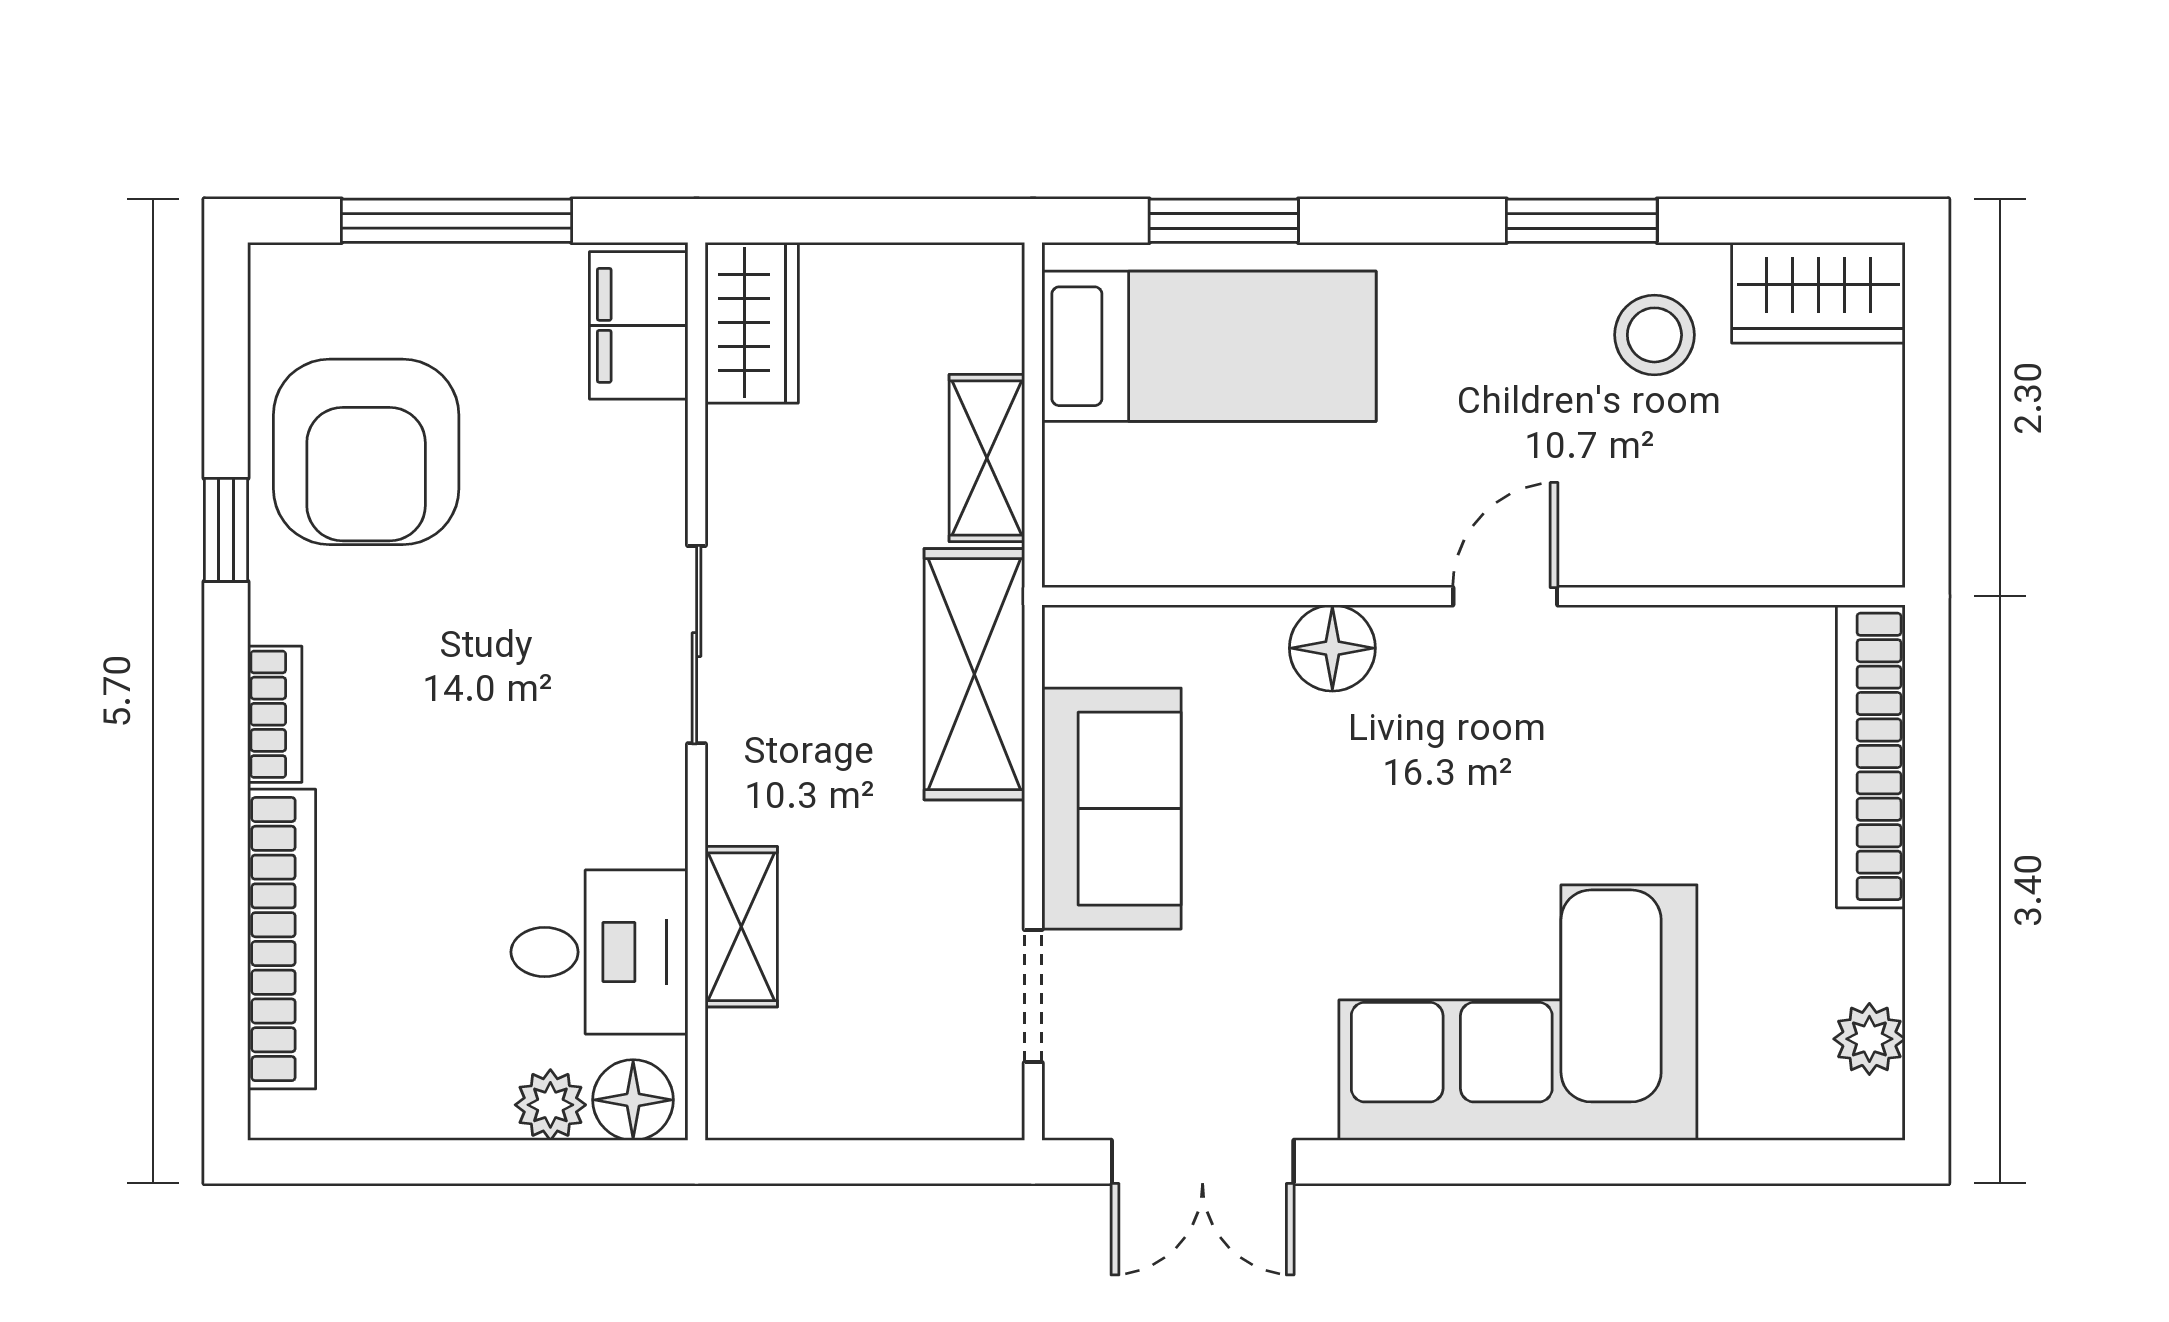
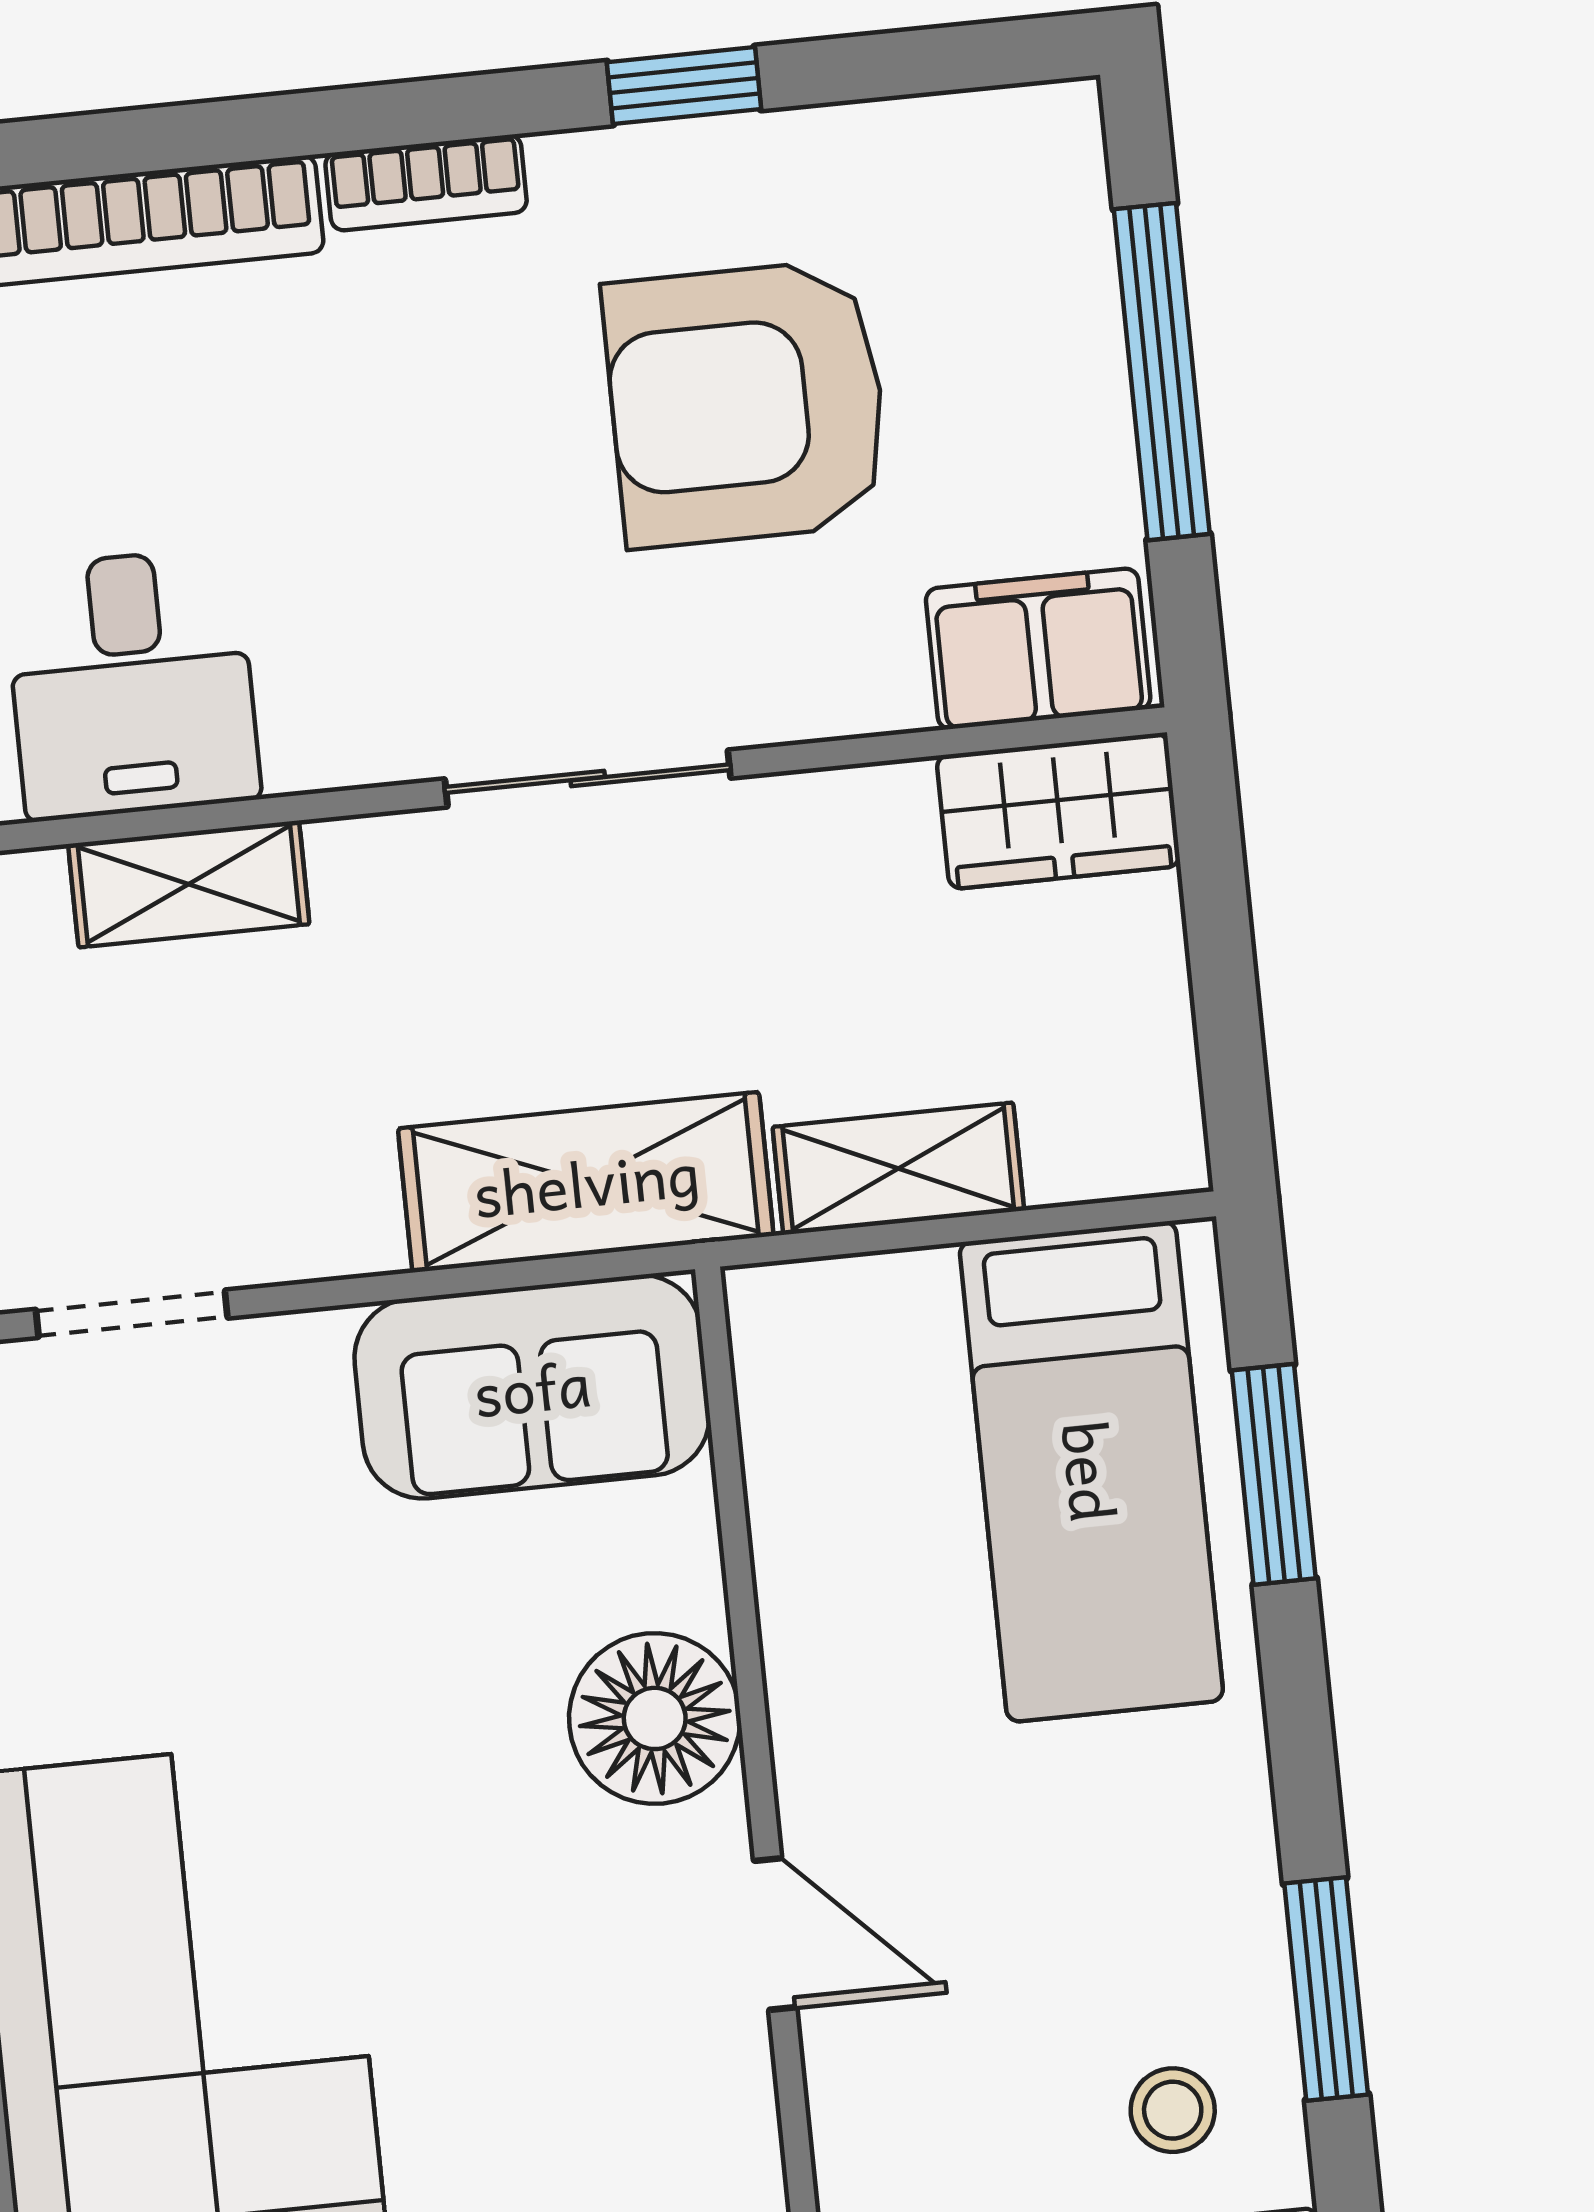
stool: (1654, 335) -> (1173, 2110), width x0.73, depth x0.73
armchair: (366, 452) -> (747, 404), moved
floor lamp: (1332, 648) -> (655, 1718), width x1.38, depth x1.38
sofa: (1112, 809) -> (532, 1387), moved

